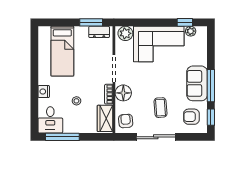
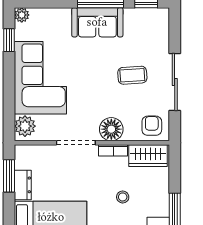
plant: (191, 31) -> (22, 15), moved
dresser: (99, 32) -> (23, 185), moved
armchair: (191, 117) -> (145, 30), removed
armchair: (126, 121) -> (152, 126), turned 95

